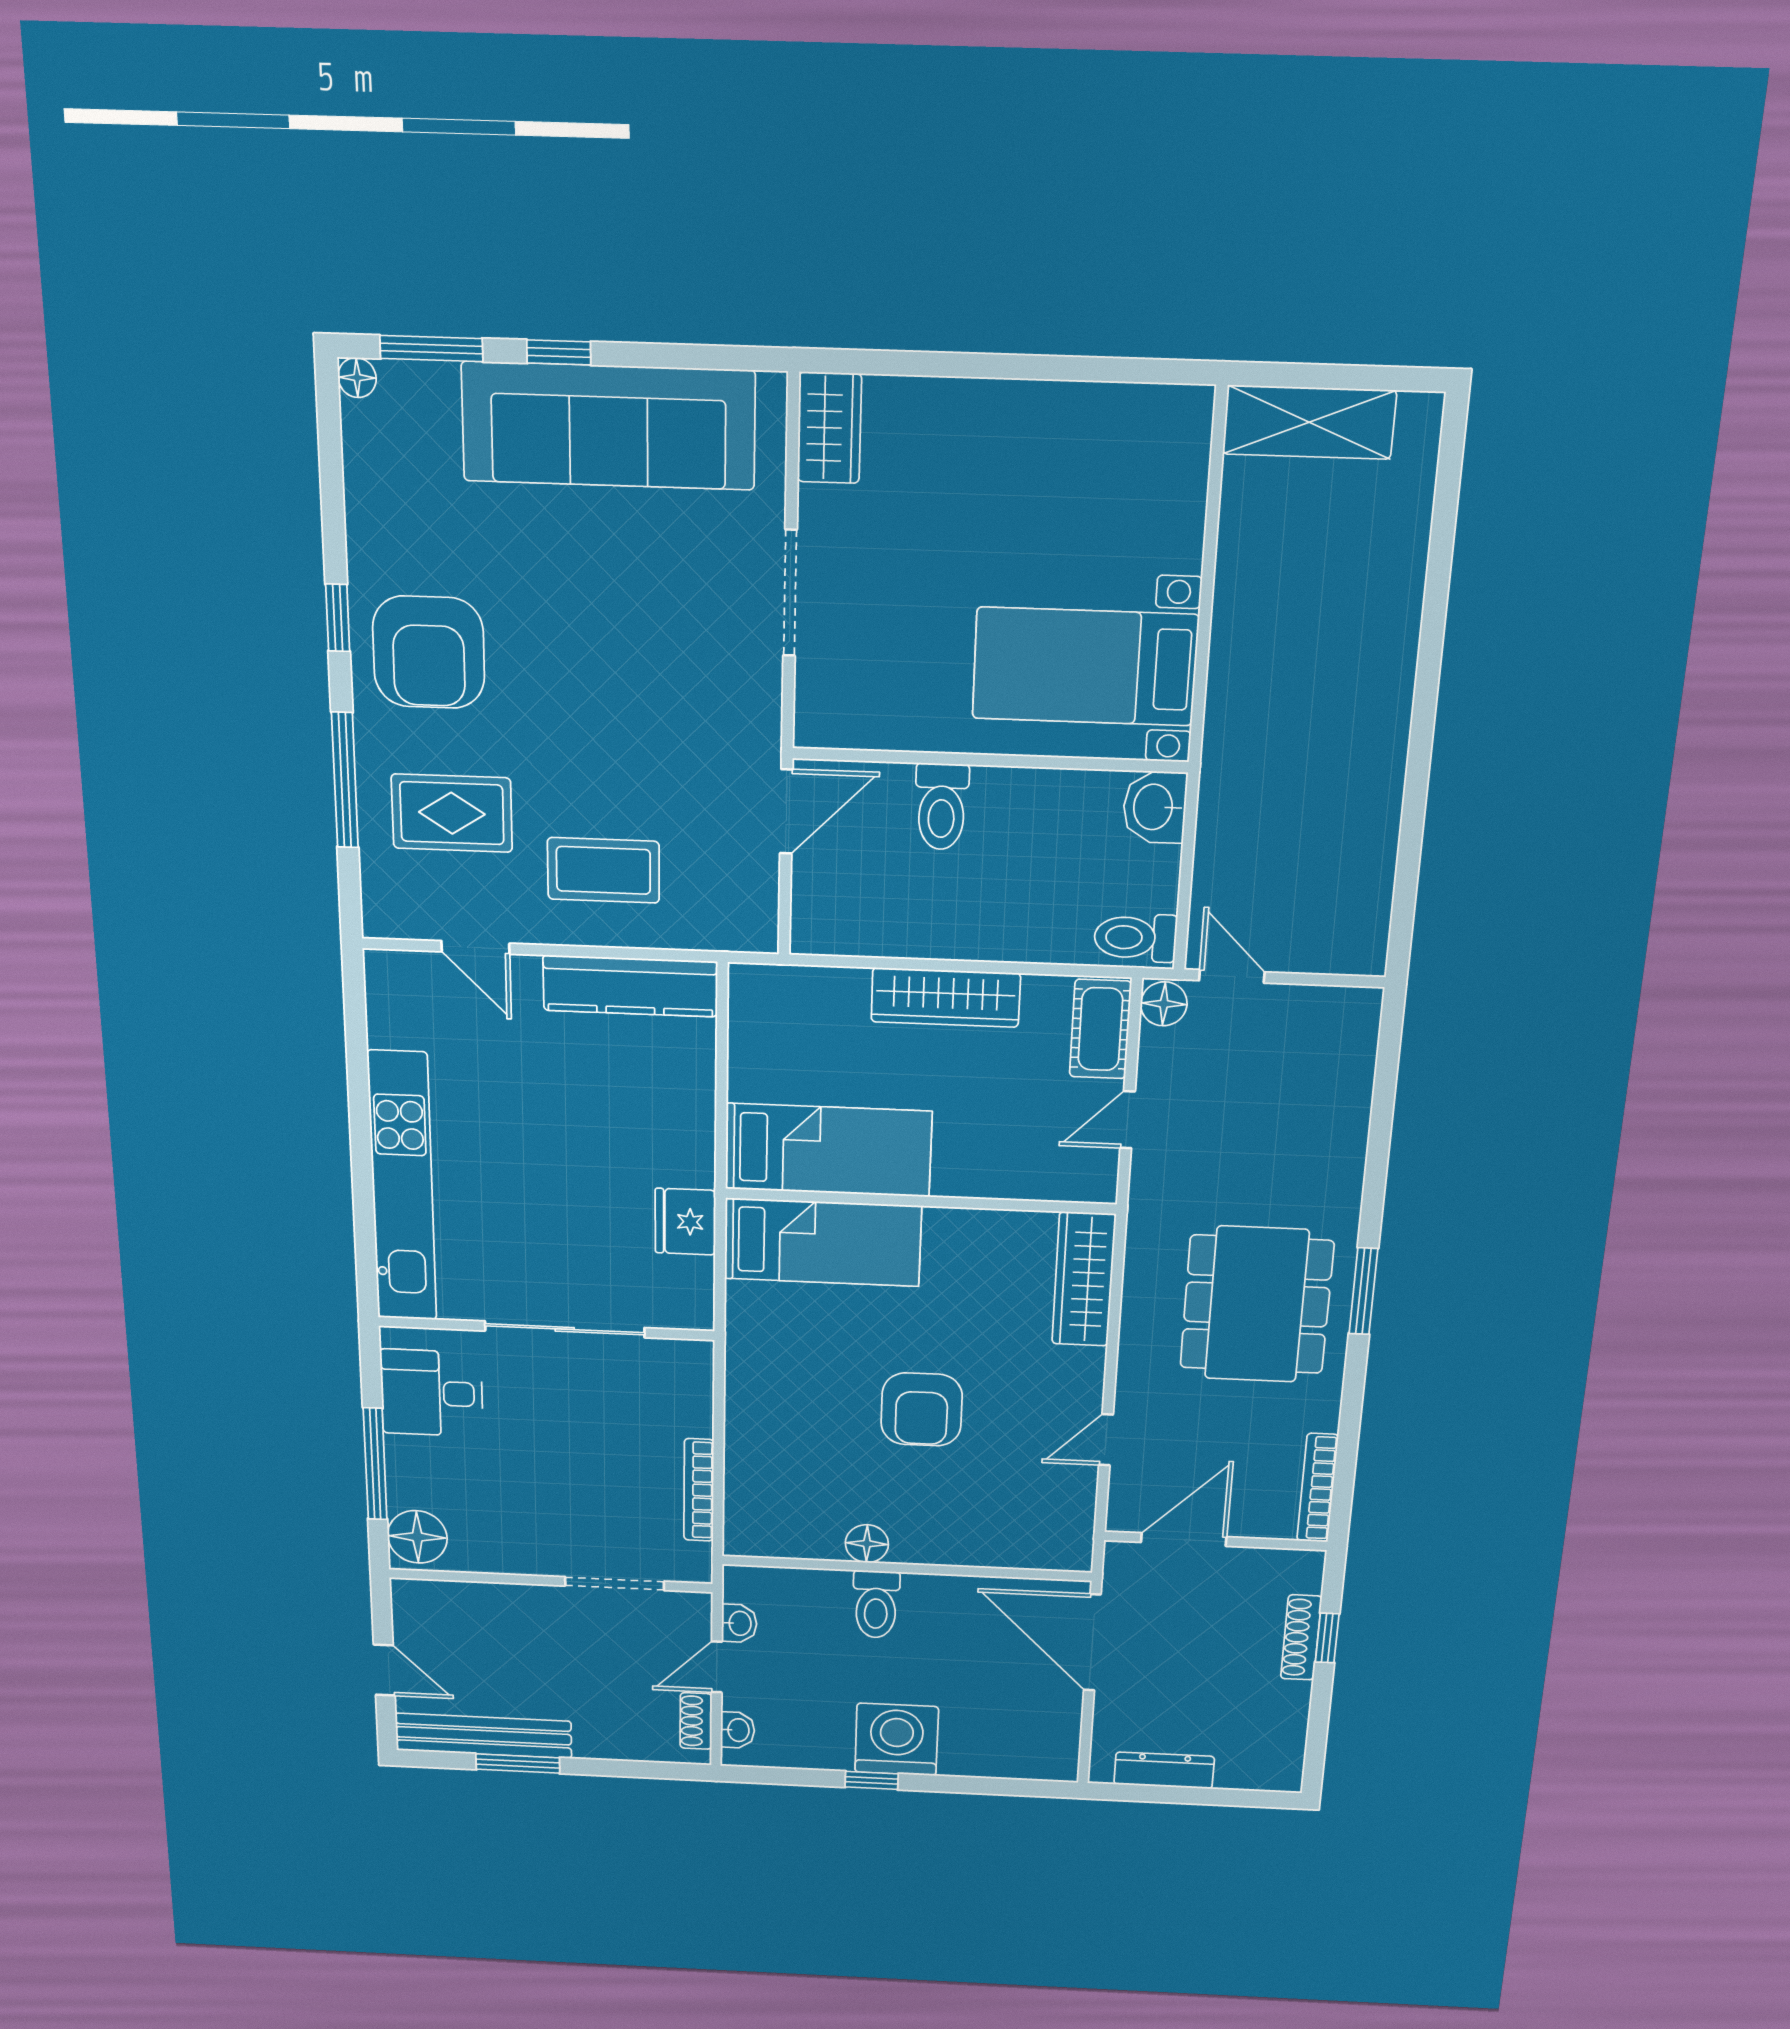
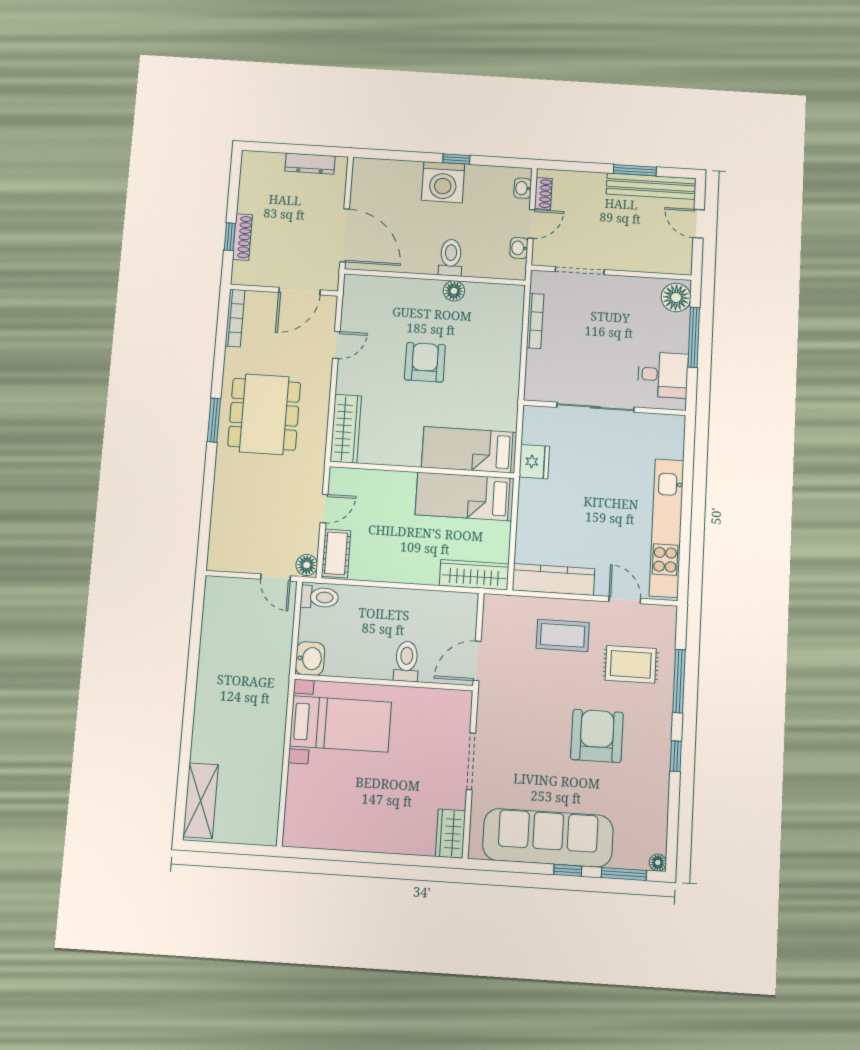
shelving: (1309, 422) -> (201, 801), moved, turned 90
armchair: (429, 652) -> (597, 736), moved
wardrobe: (946, 998) -> (474, 575), moved
kitchen unit: (402, 1187) -> (666, 528), moved

